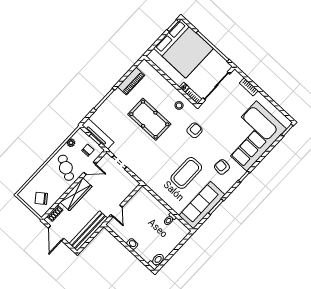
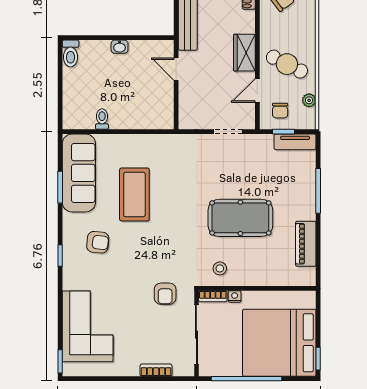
armchair: (194, 130) -> (165, 294), moved
tv unit: (98, 134) -> (295, 142), width x0.71
corner sofa: (252, 136) -> (88, 326), width x0.73, depth x0.74
wardrobe: (76, 194) -> (244, 53), width x0.67

